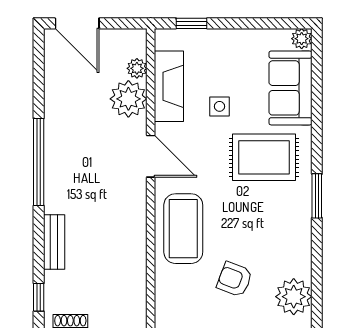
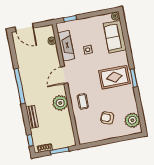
plant: (128, 99) -> (60, 103), moved
door: (151, 156) -> (64, 75), swing flipped
rug: (264, 157) -> (114, 77), moved
coffee table: (183, 229) -> (83, 102), width x0.54, depth x0.58

